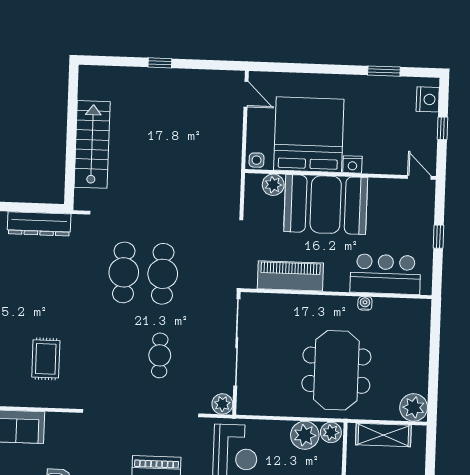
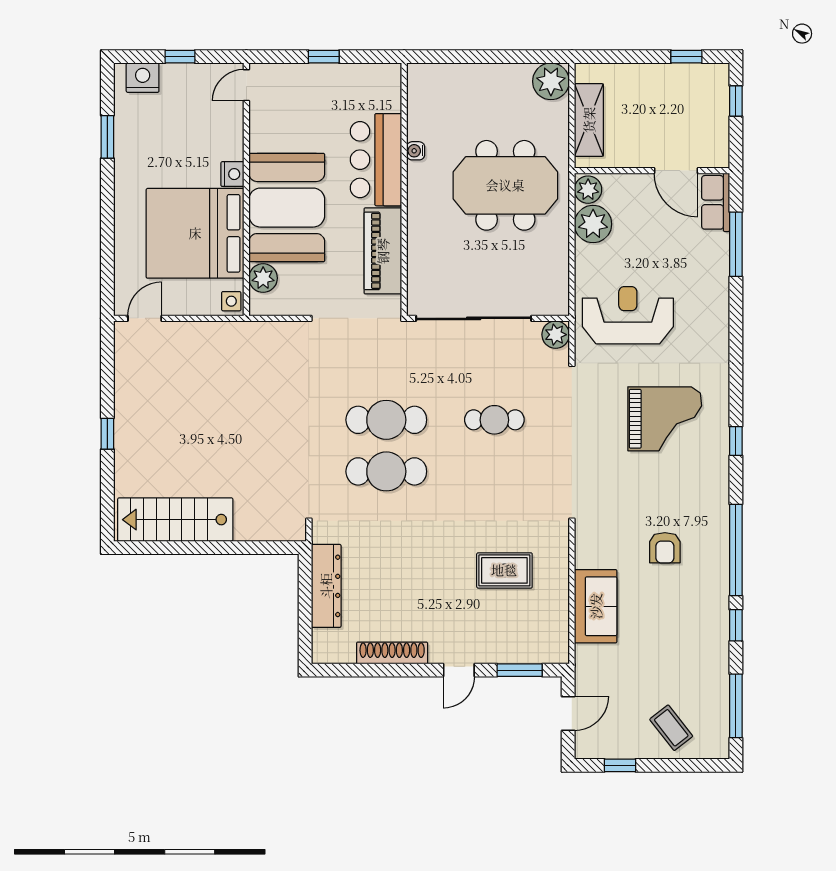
stairs: (92, 144) -> (175, 520), moved
bar counter: (385, 274) -> (376, 160), moved

